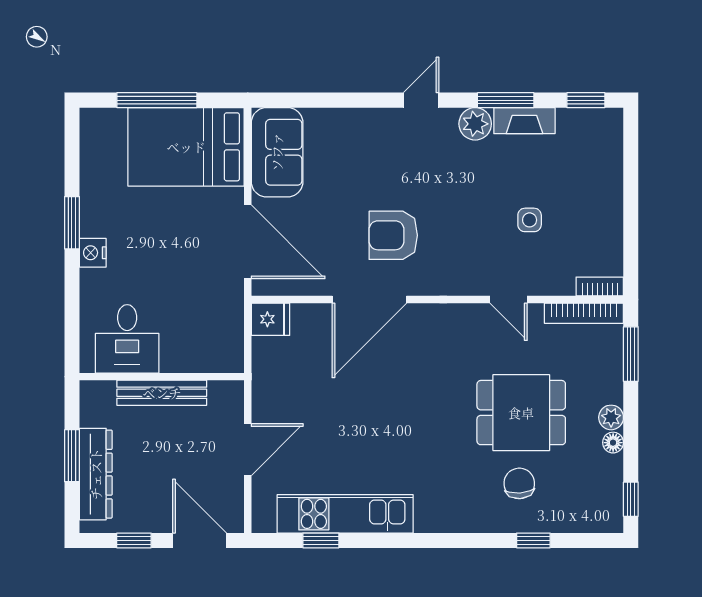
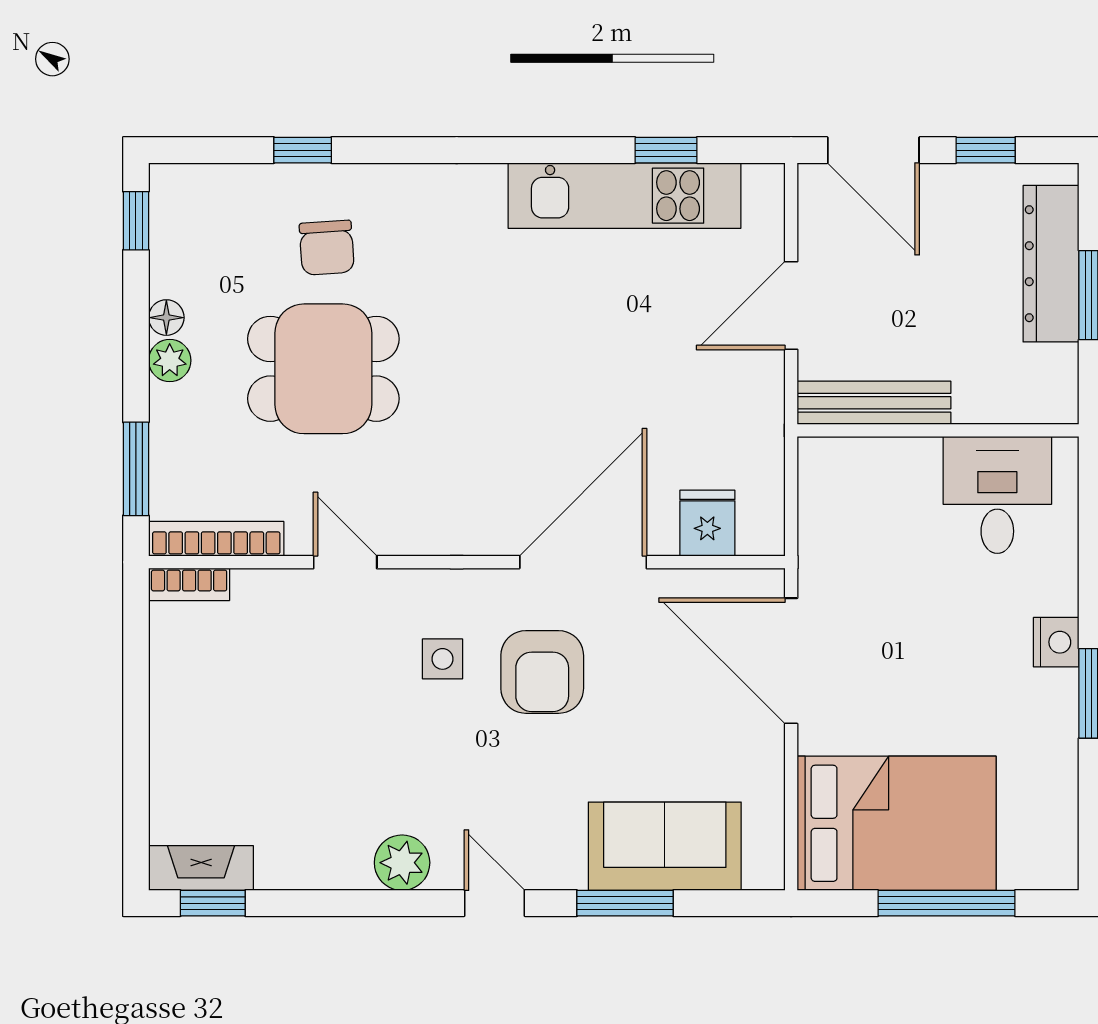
door: (421, 100) -> (495, 903), swing flipped
window: (506, 100) -> (625, 903), moved
fireplace: (524, 121) -> (201, 868), moved
sofa: (277, 152) -> (665, 846), moved, turned 90
side table: (530, 220) -> (443, 659), moved
armchair: (393, 235) -> (542, 672), turned 90
fridge: (270, 319) -> (707, 523), moved, turned 90
bench: (162, 393) -> (874, 403), moved

